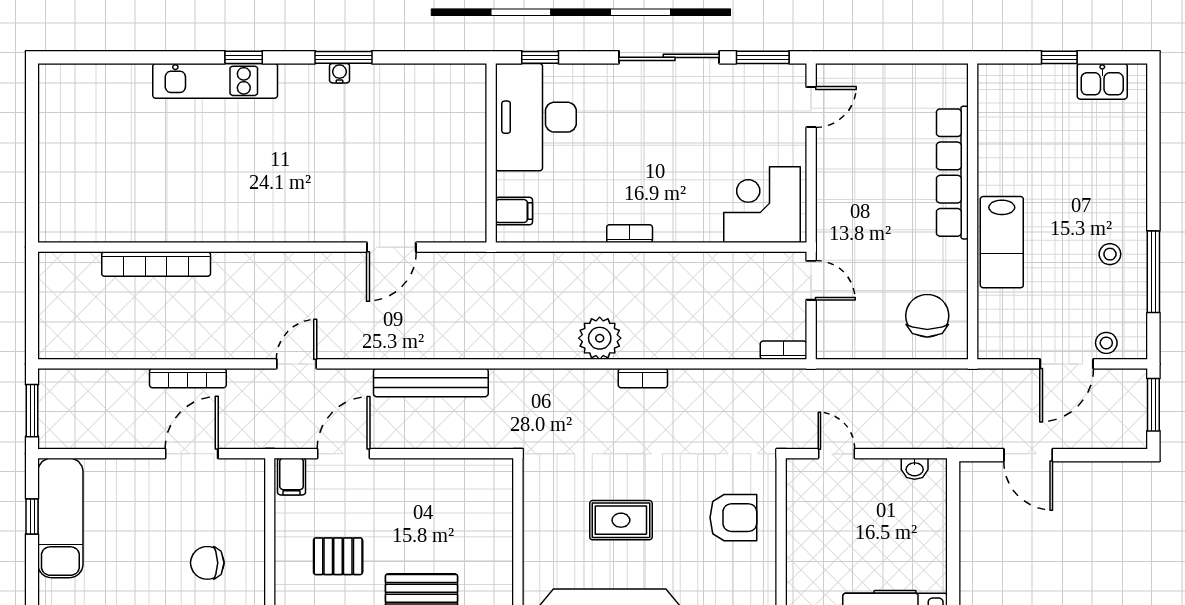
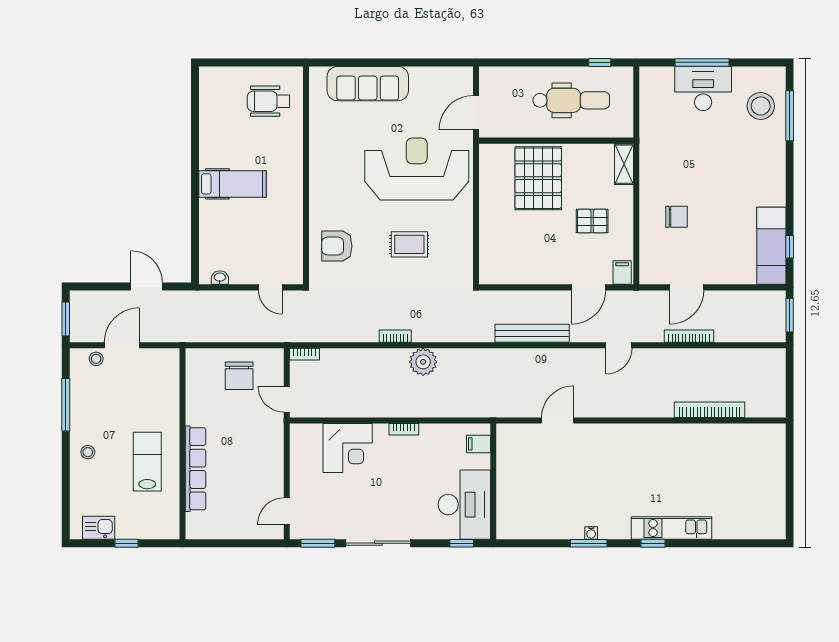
corner desk: (762, 205) -> (348, 448), moved
lab bench: (1002, 242) -> (147, 462), moved
stool: (1110, 254) -> (88, 452), moved
chair: (927, 316) -> (239, 376), moved

